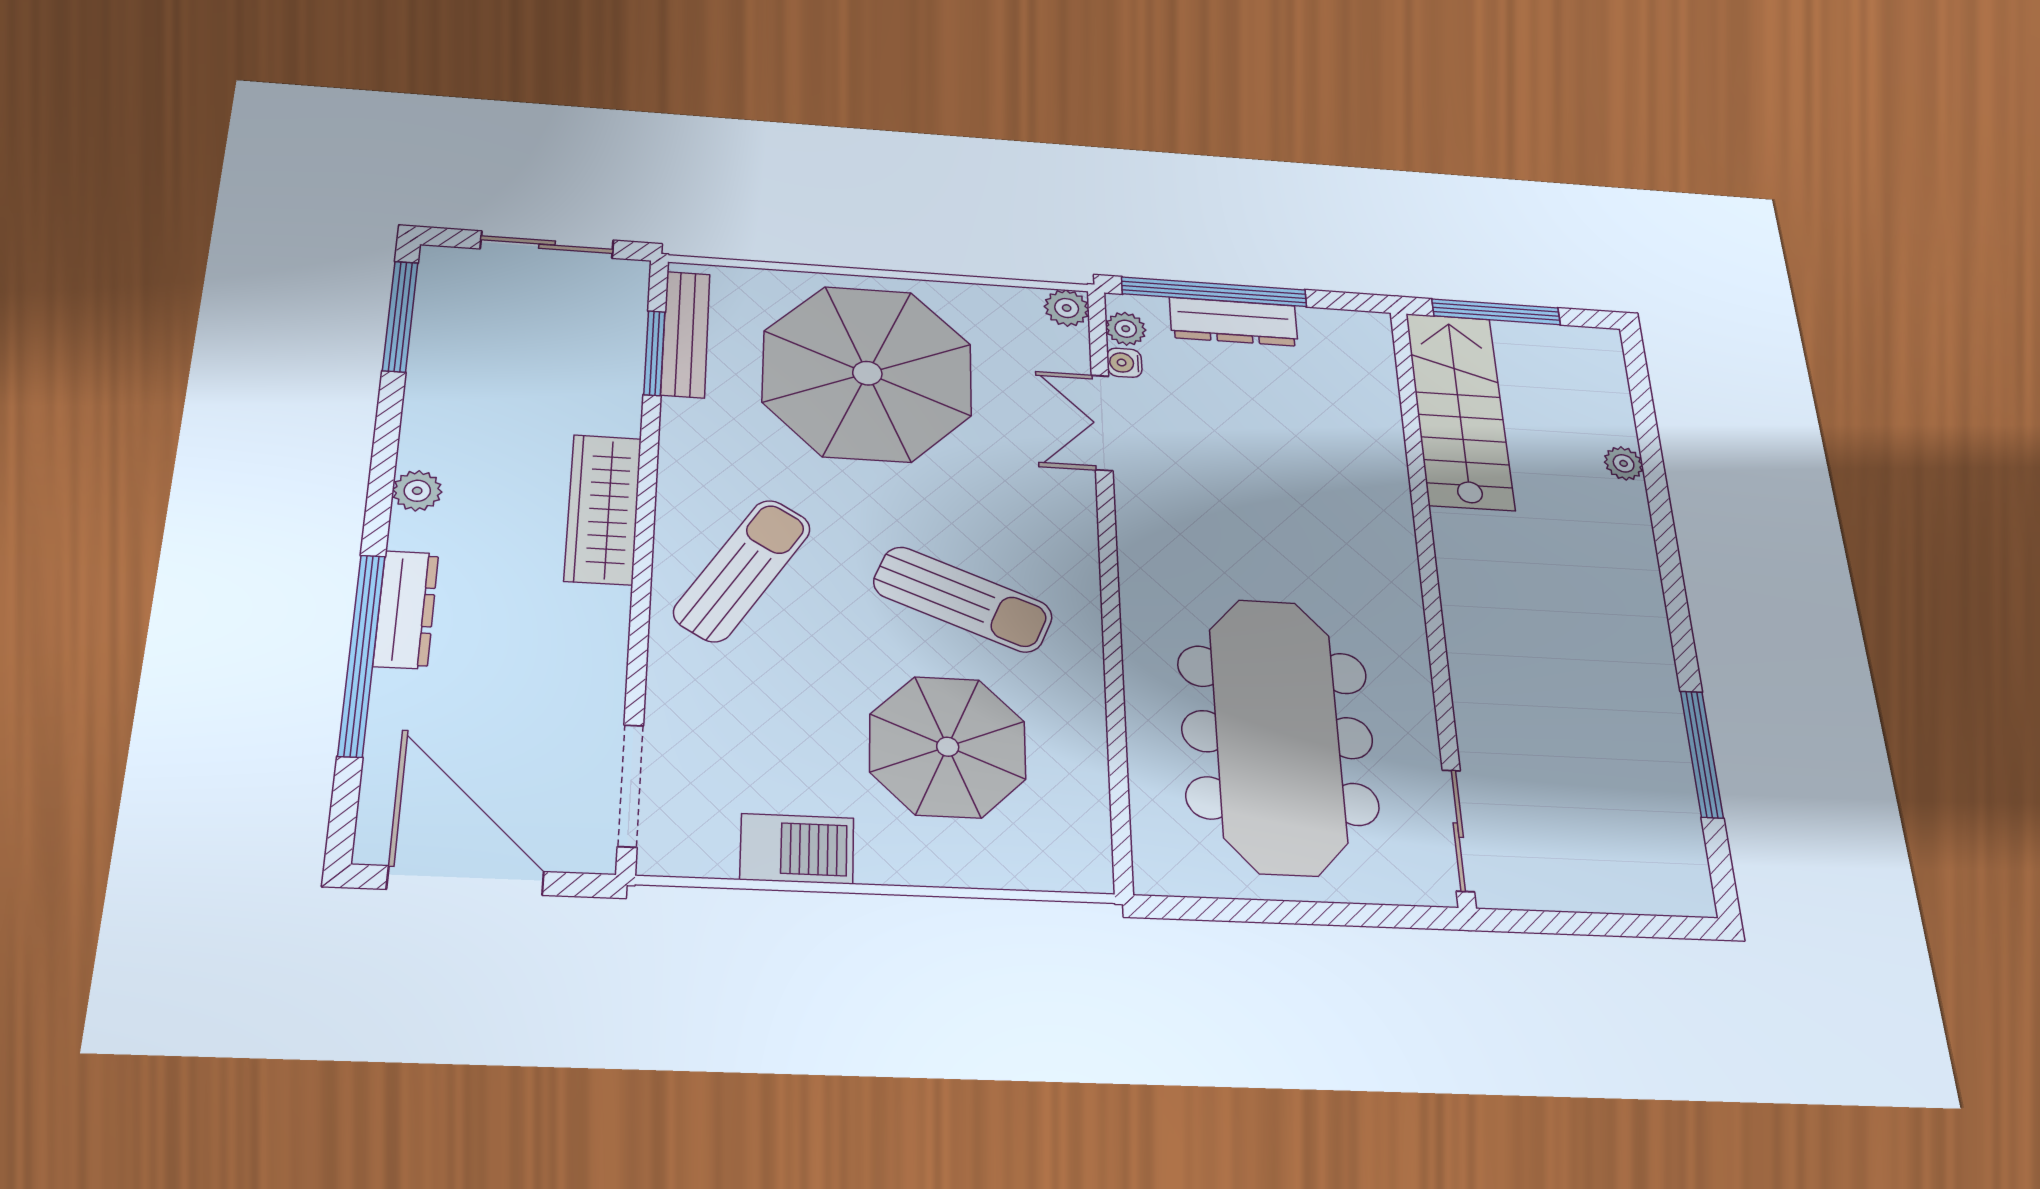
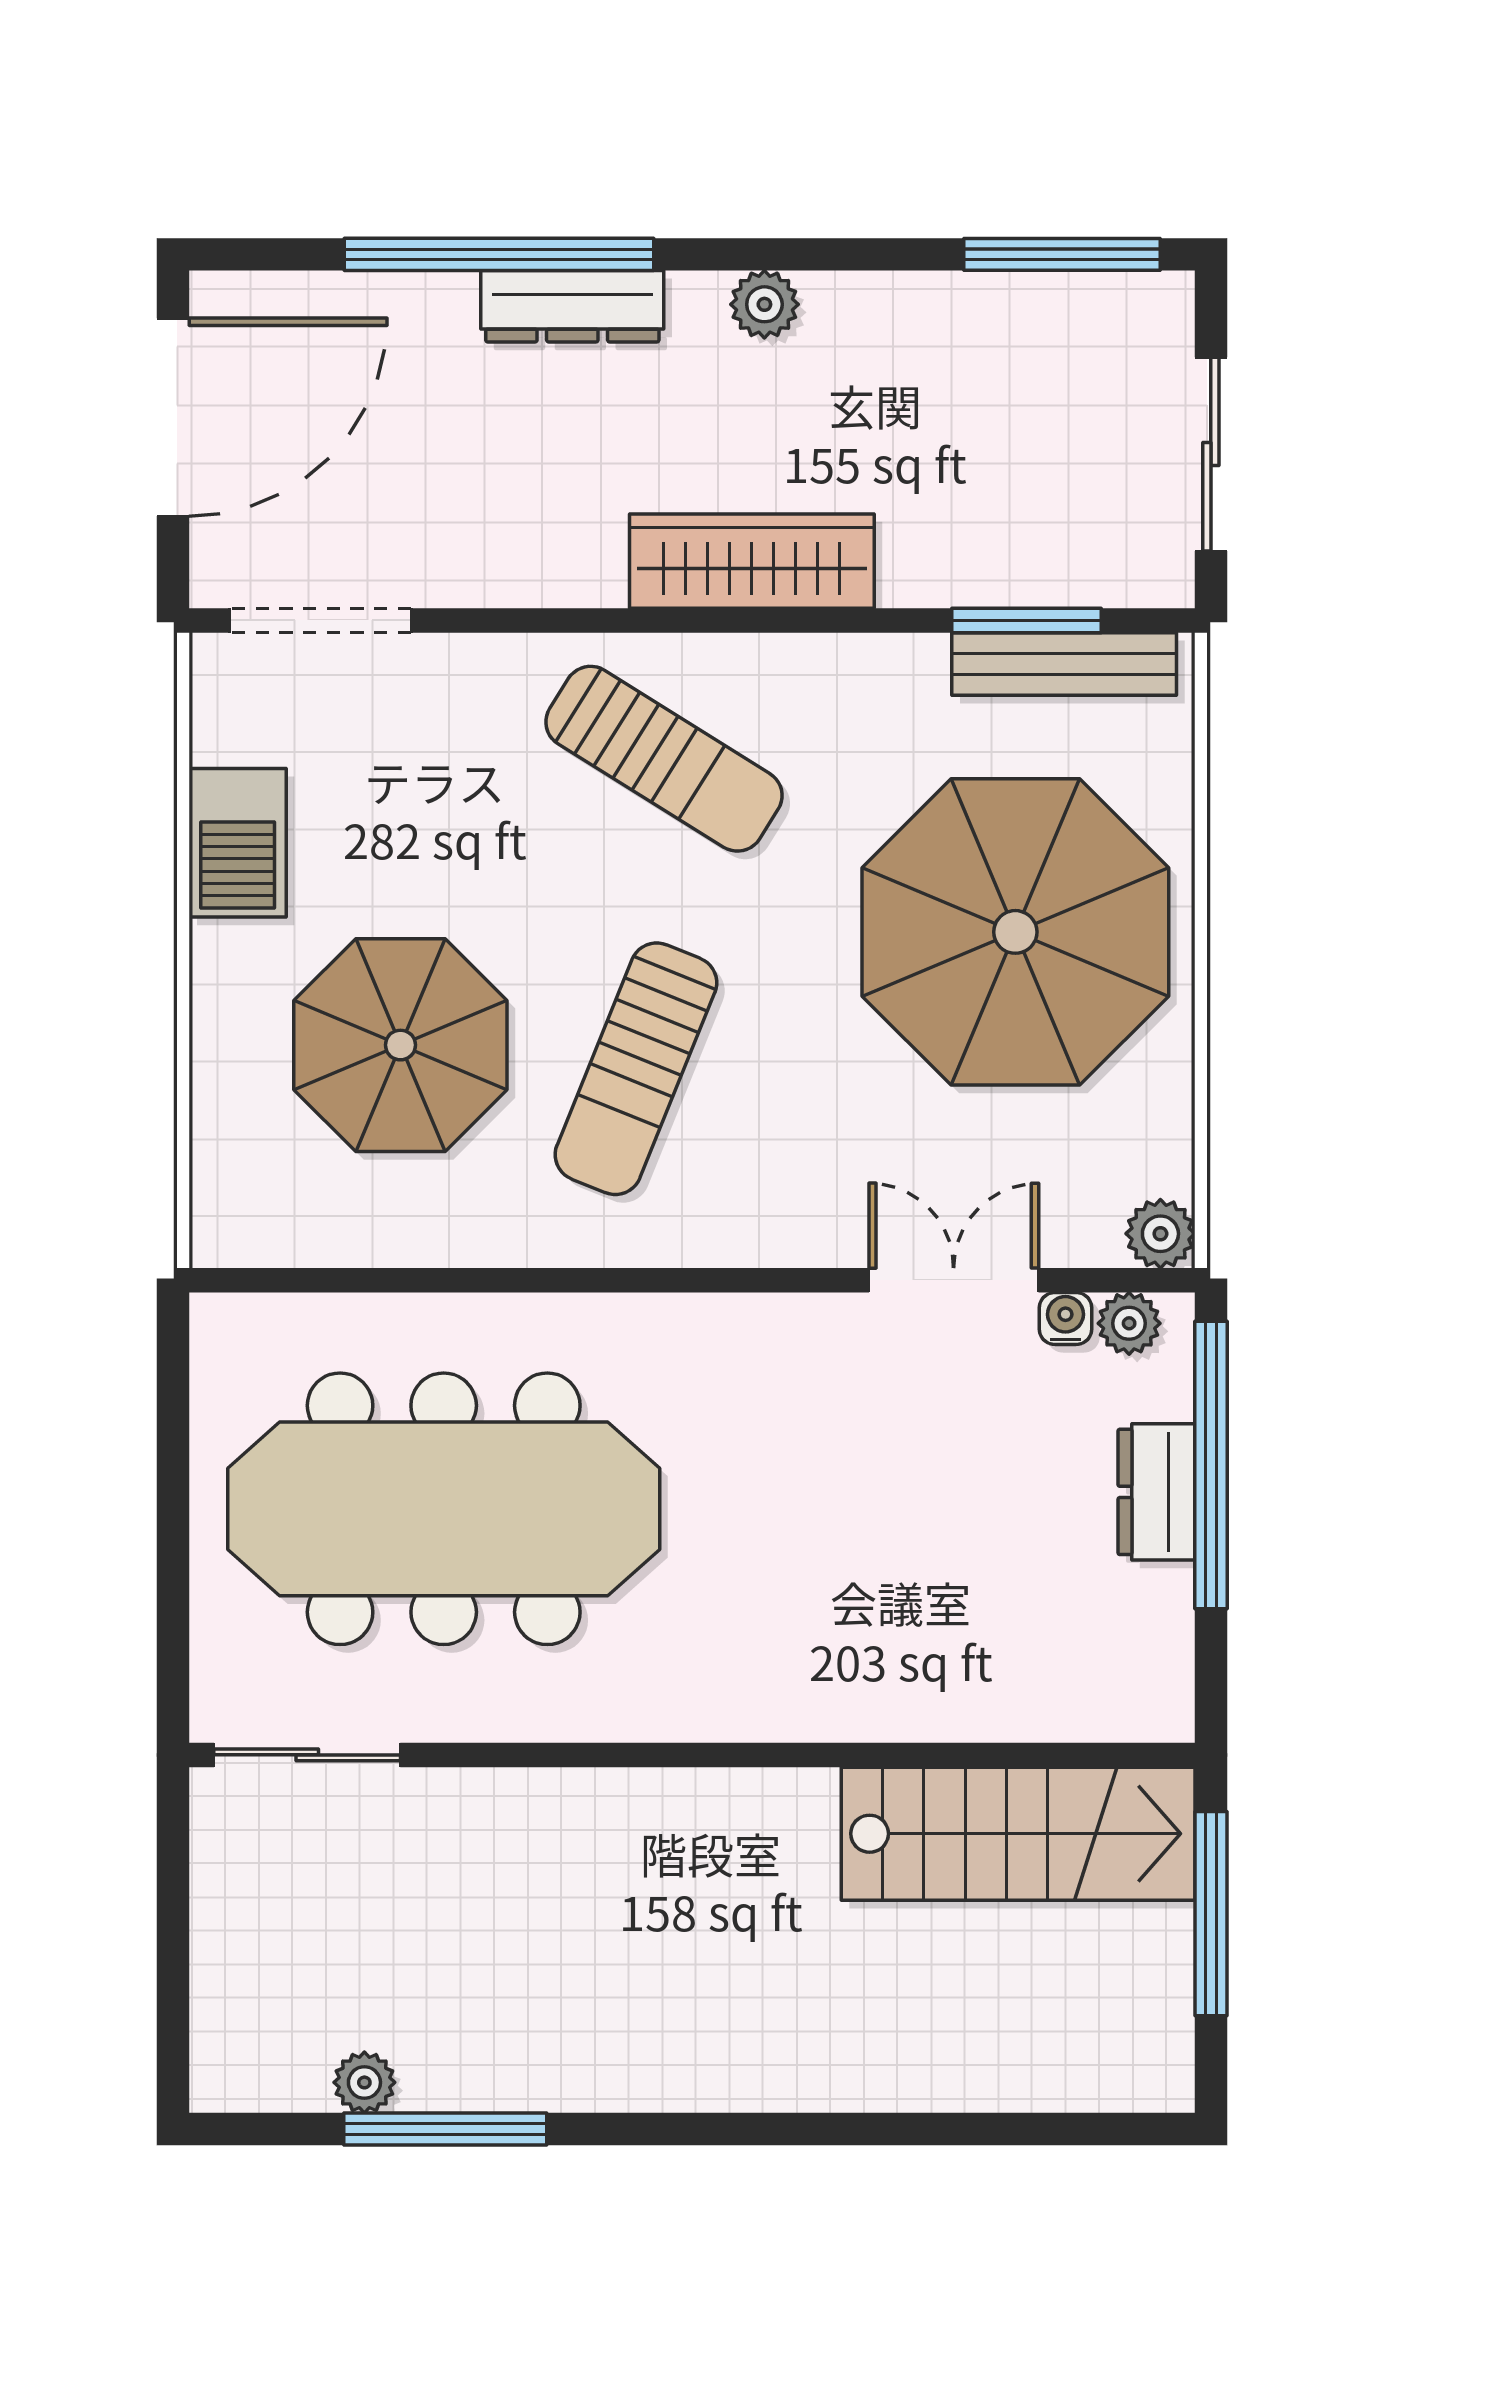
dresser: (1234, 322) -> (1156, 1492), width x0.70
plant: (1624, 463) -> (364, 2082), moved

